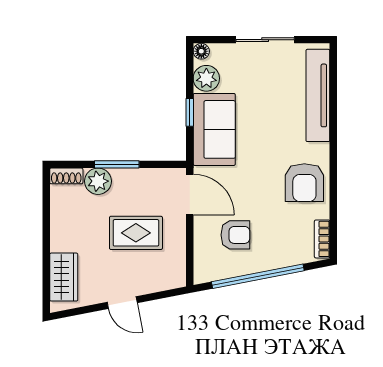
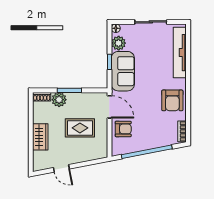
armchair: (235, 235) -> (123, 129), moved
wardrobe: (64, 277) -> (40, 137), moved
door: (122, 303) -> (61, 168), moved

